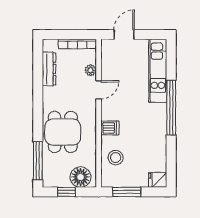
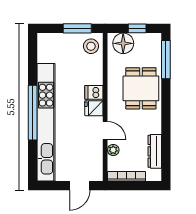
kitchen unit: (158, 71) -> (46, 122), width x1.86
door: (99, 90) -> (105, 130), swing flipped
stool: (116, 158) -> (91, 46), moved
fridge: (158, 180) -> (94, 108), moved, turned 180

